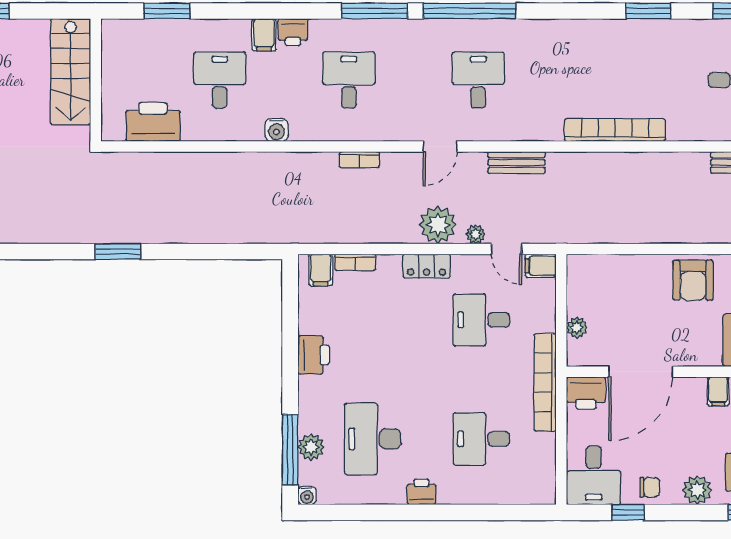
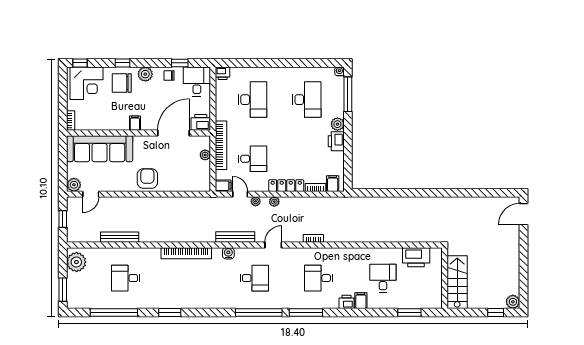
desk: (220, 80) -> (383, 278), turned 180
desk: (349, 80) -> (319, 278), turned 90
desk: (478, 80) -> (254, 278), turned -90
water cooler: (277, 130) -> (228, 253), moved
bench: (517, 163) -> (235, 237), width x1.36
plant: (438, 225) -> (274, 202), width x0.53, depth x0.53
window: (118, 251) -> (434, 193), removed
locker: (427, 266) -> (286, 186), width x1.53
bookcase: (545, 382) -> (221, 145), moved
desk: (481, 439) -> (253, 100), width x1.37
plant: (311, 447) -> (337, 124), moved
printer: (421, 492) -> (223, 73), moved

